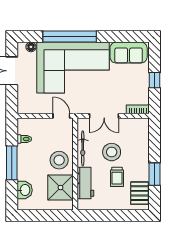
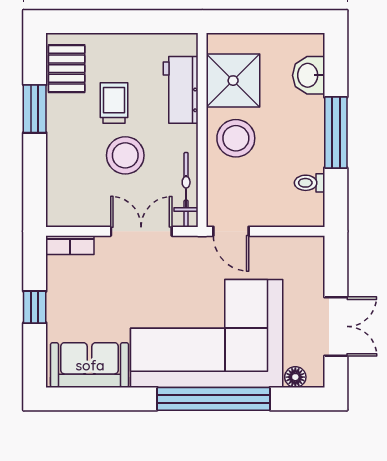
bicycle: (83, 148) -> (186, 190), moved

